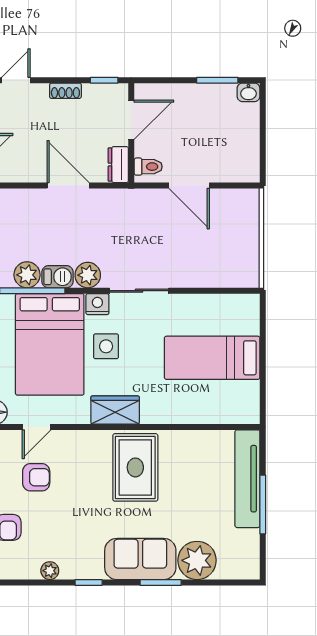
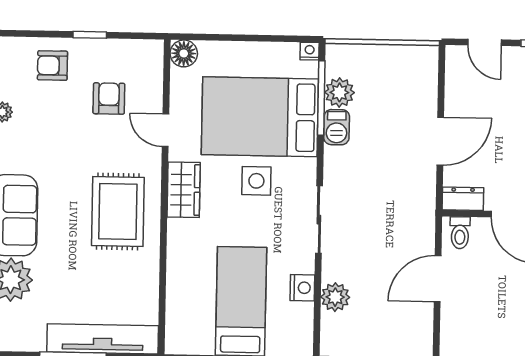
plant: (88, 275) -> (335, 297), moved
nightstand: (97, 304) -> (302, 288), moved
door: (36, 427) -> (165, 130), moved
rug: (135, 467) -> (118, 212), turned 90
armchair: (36, 477) -> (109, 98), turned 180

